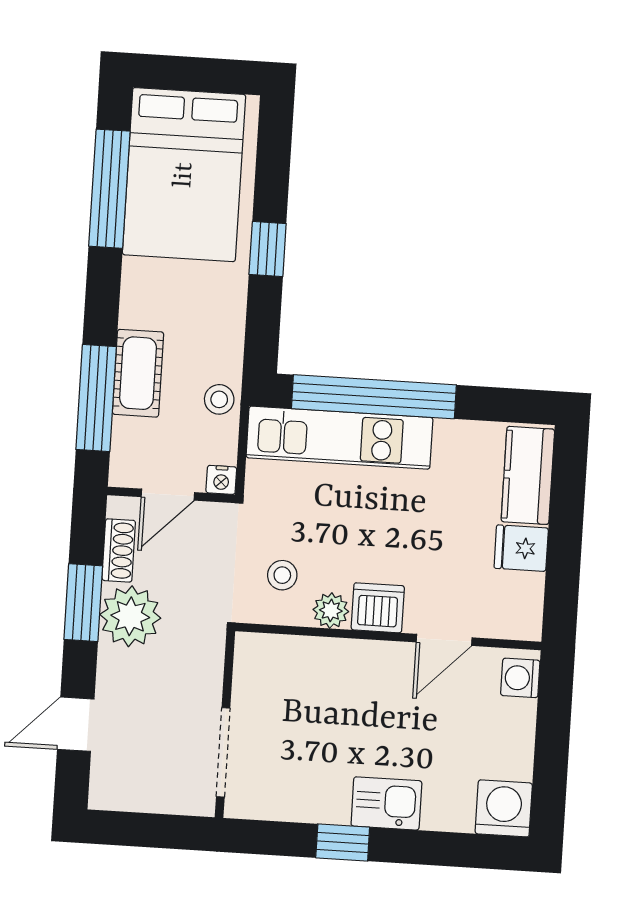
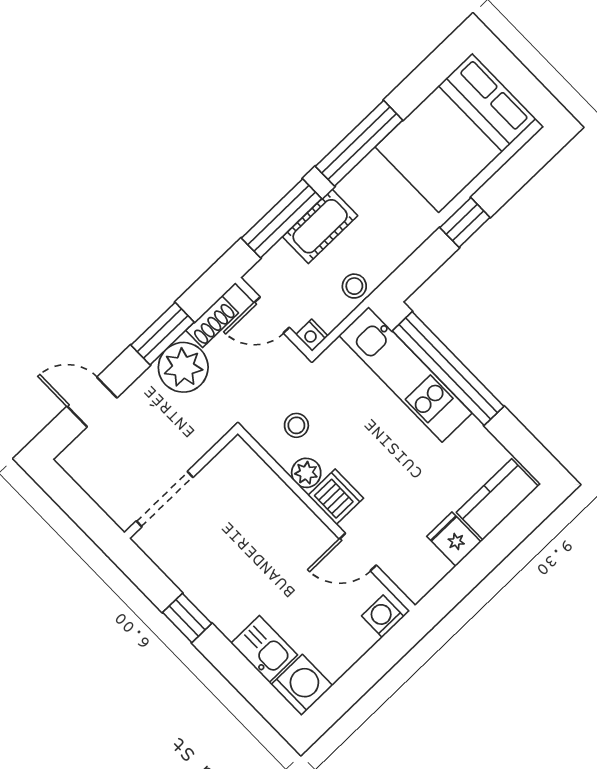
window: (109, 189) -> (359, 143), moved
kitchen sink: (386, 803) -> (264, 649), moved

